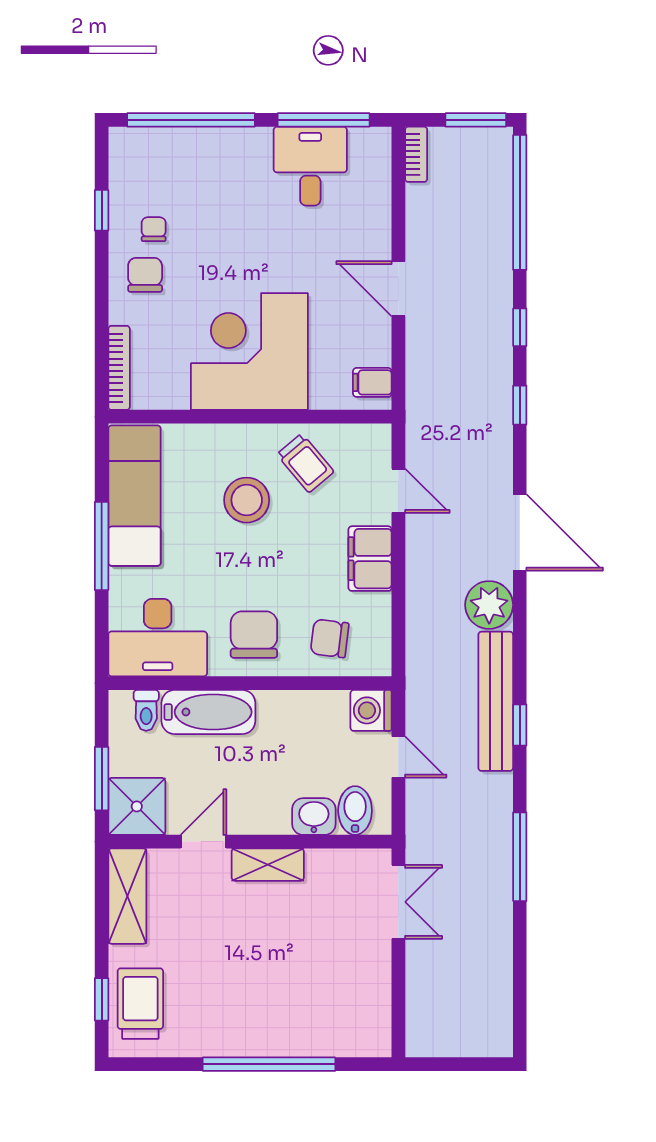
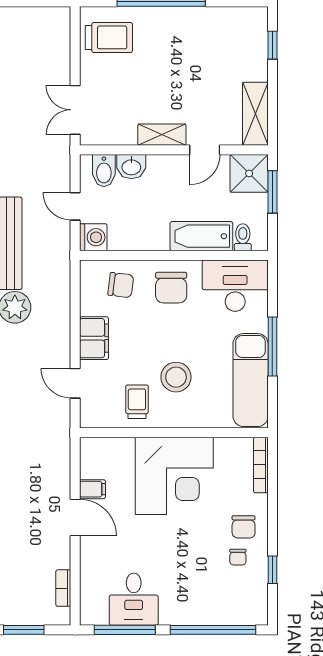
bookcase: (416, 154) -> (63, 588), moved
filing cabinet: (372, 382) -> (92, 489), moved
trolley: (305, 463) -> (137, 402), turned 40
trolley: (140, 1004) -> (109, 37), moved, turned -90

